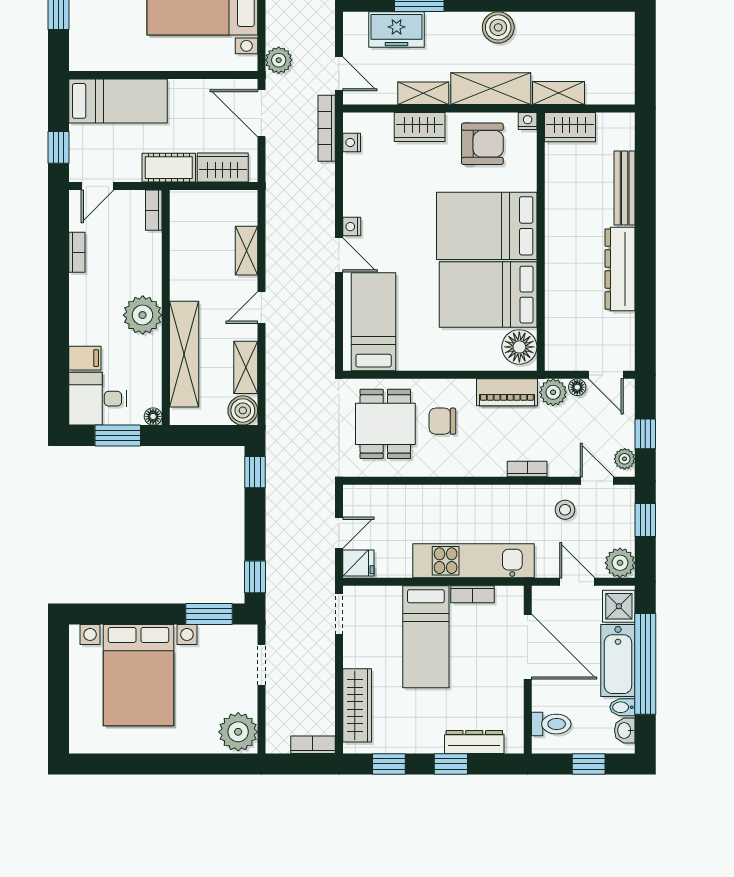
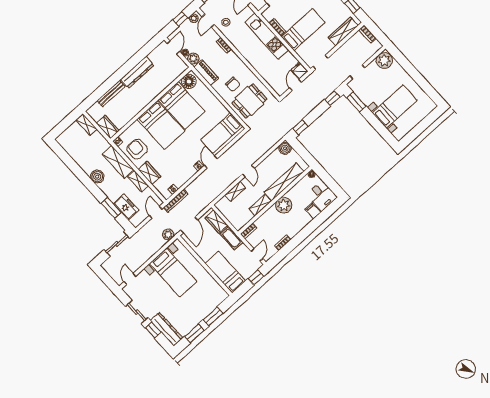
shelving: (558, 93) -> (86, 125), moved
door: (97, 186) -> (257, 255), hinge flipped
door: (261, 308) -> (248, 171), hinge flipped
shelving: (246, 367) -> (260, 205), moved
window: (118, 436) -> (327, 179), removed
door: (339, 533) -> (296, 85), hinge flipped
bed with nightstands: (139, 675) -> (395, 107), width x0.73

